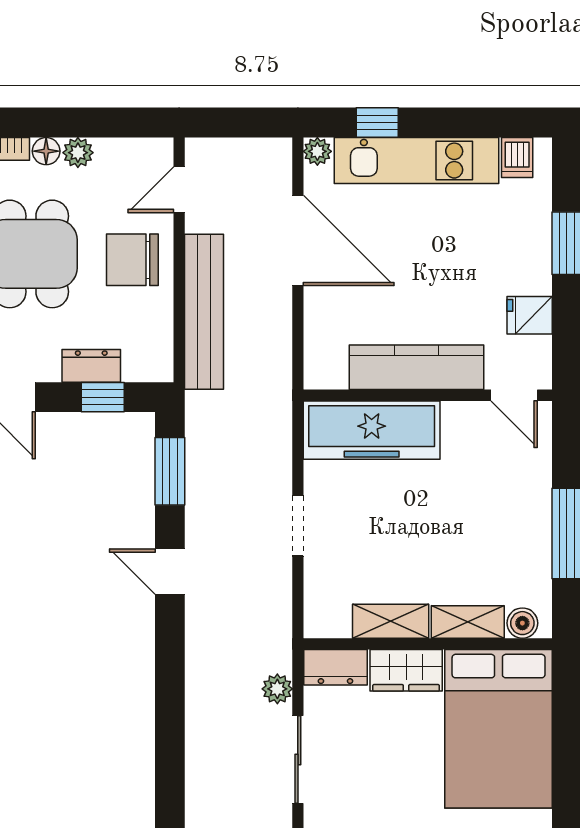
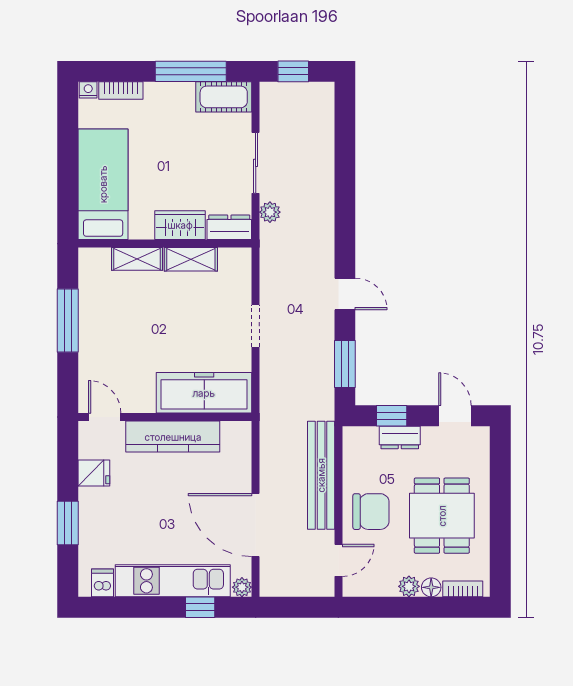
boiler: (522, 623) -> (99, 258), removed
bed: (499, 729) -> (103, 184), width x0.67

